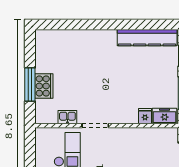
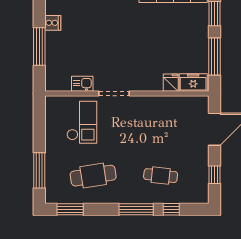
cooker: (44, 86) -> (53, 23), moved, width x0.53, depth x0.76

